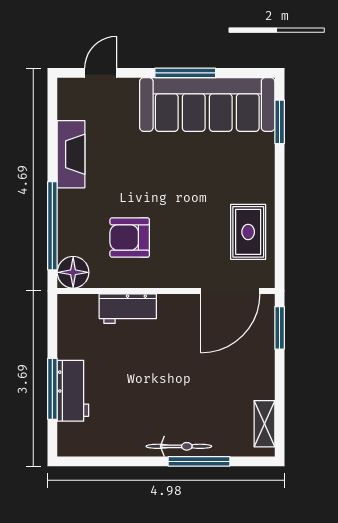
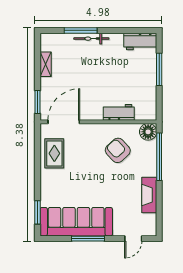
armchair: (130, 238) -> (118, 150), turned -133
workbench: (73, 391) -> (140, 41), moved, turned -90
shelving: (264, 424) -> (46, 64), moved

